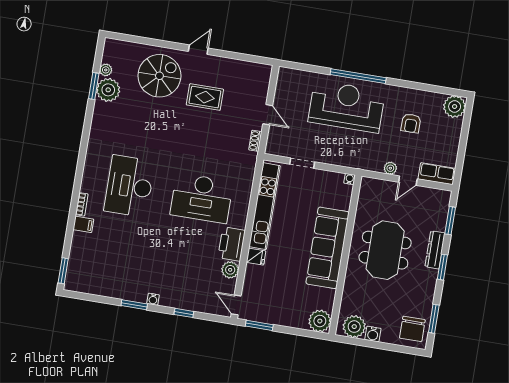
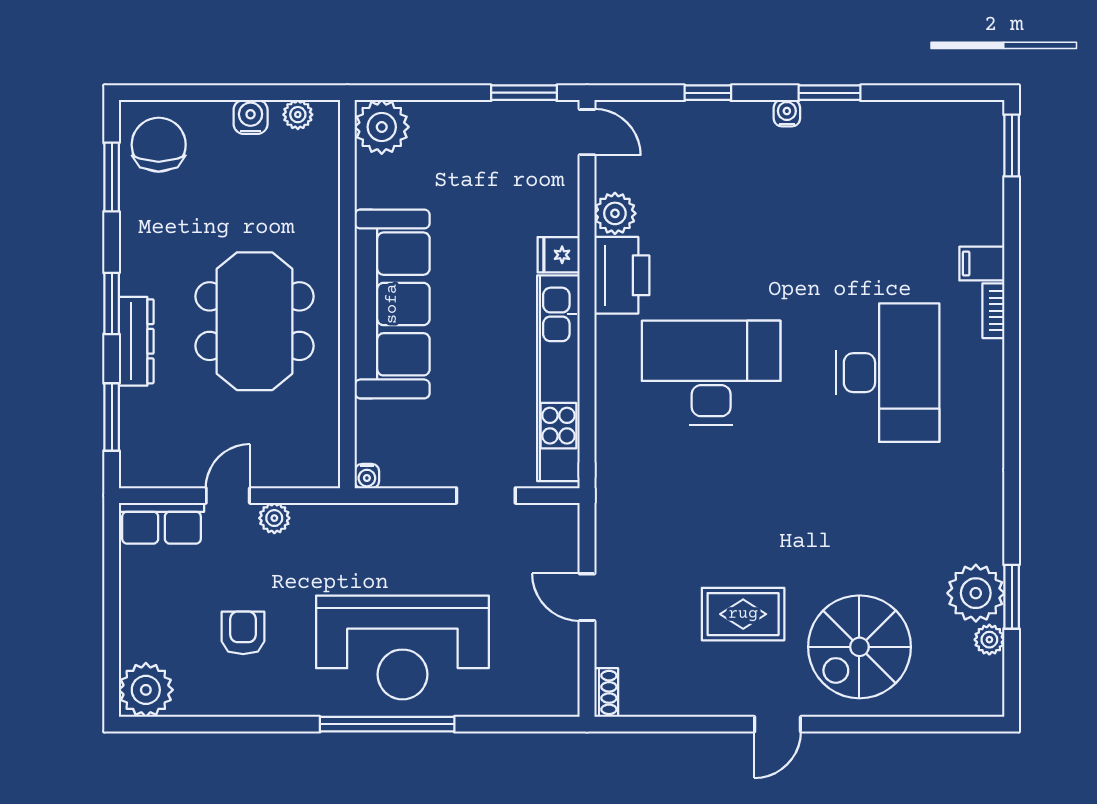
shoe rack: (255, 141) -> (606, 692), moved
plant: (354, 327) -> (298, 115), width x0.53, depth x0.53

